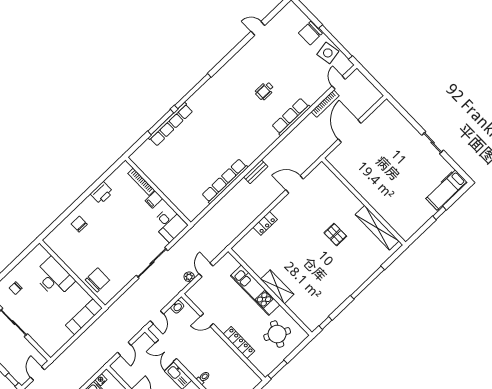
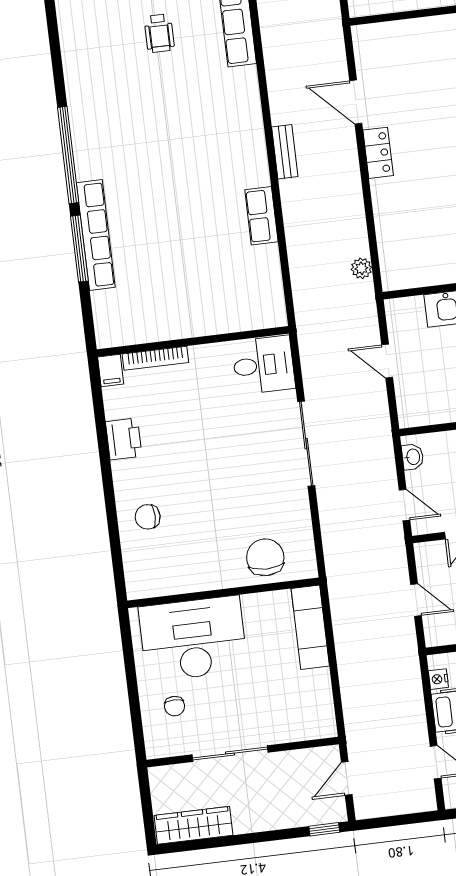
row of seats: (225, 181) -> (261, 216), width x0.50
door: (295, 184) -> (356, 102), hinge flipped
filing cabinet: (154, 200) -> (111, 370), moved
locker: (265, 223) -> (378, 153), moved
plant: (189, 277) -> (361, 268), moved
desk: (54, 278) -> (193, 639), width x1.36, depth x1.30
door: (37, 374) -> (347, 778), hinge flipped

